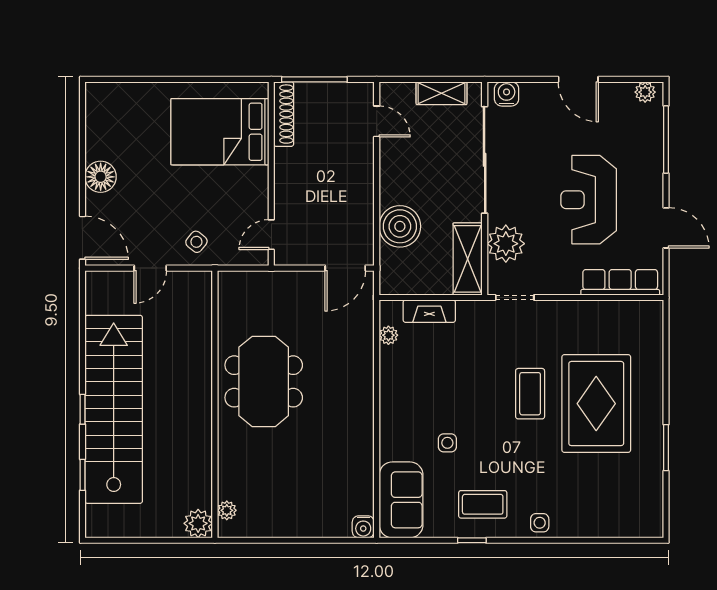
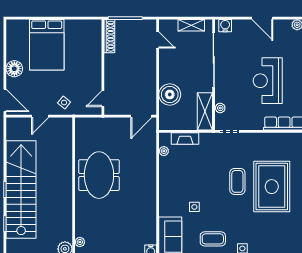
bed: (220, 132) -> (47, 45), moved, turned -90
plant: (506, 244) -> (220, 108), width x0.53, depth x0.53

